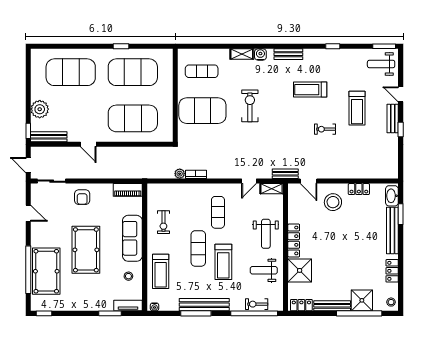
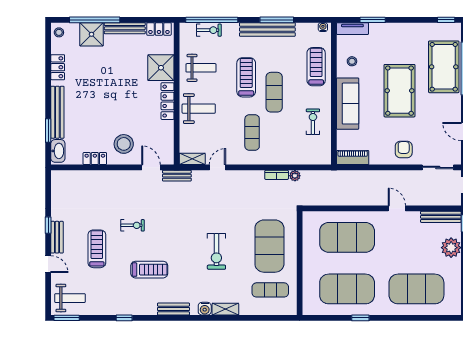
exercise mat: (202, 111) -> (269, 246), turned 90
weight bench: (266, 234) -> (199, 109), turned 90

